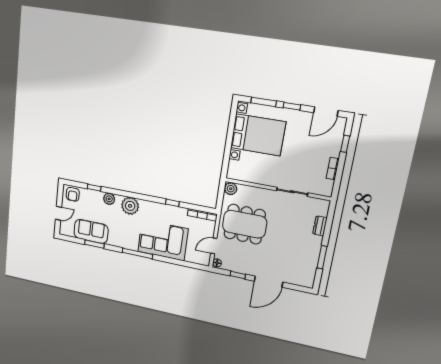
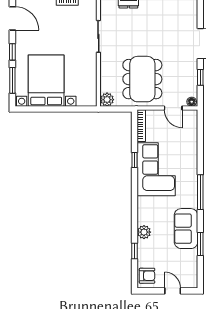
plant: (130, 206) -> (147, 207), removed
sofa: (91, 231) -> (186, 229), moved
corner sofa: (163, 240) -> (156, 169), moved, turned 180

